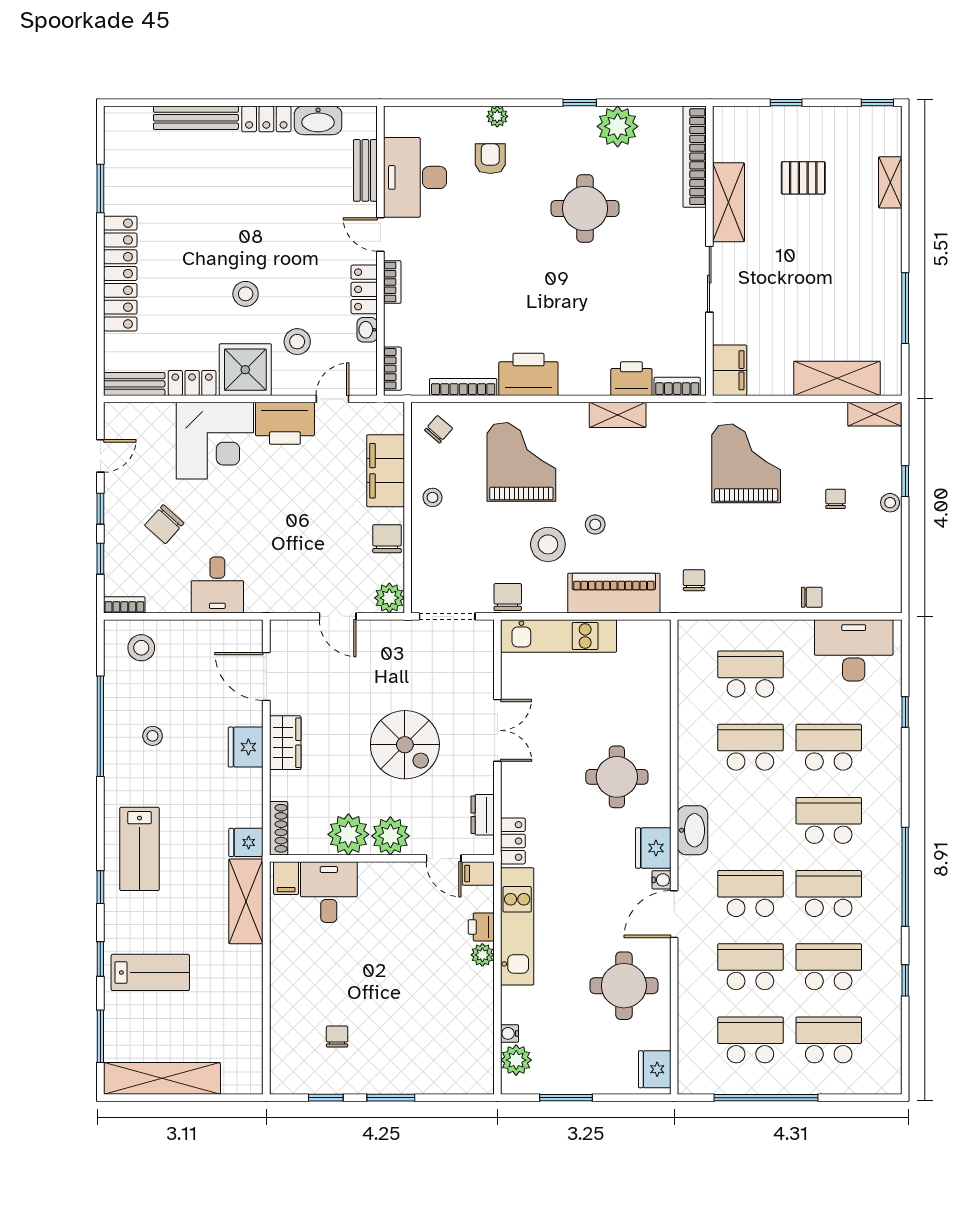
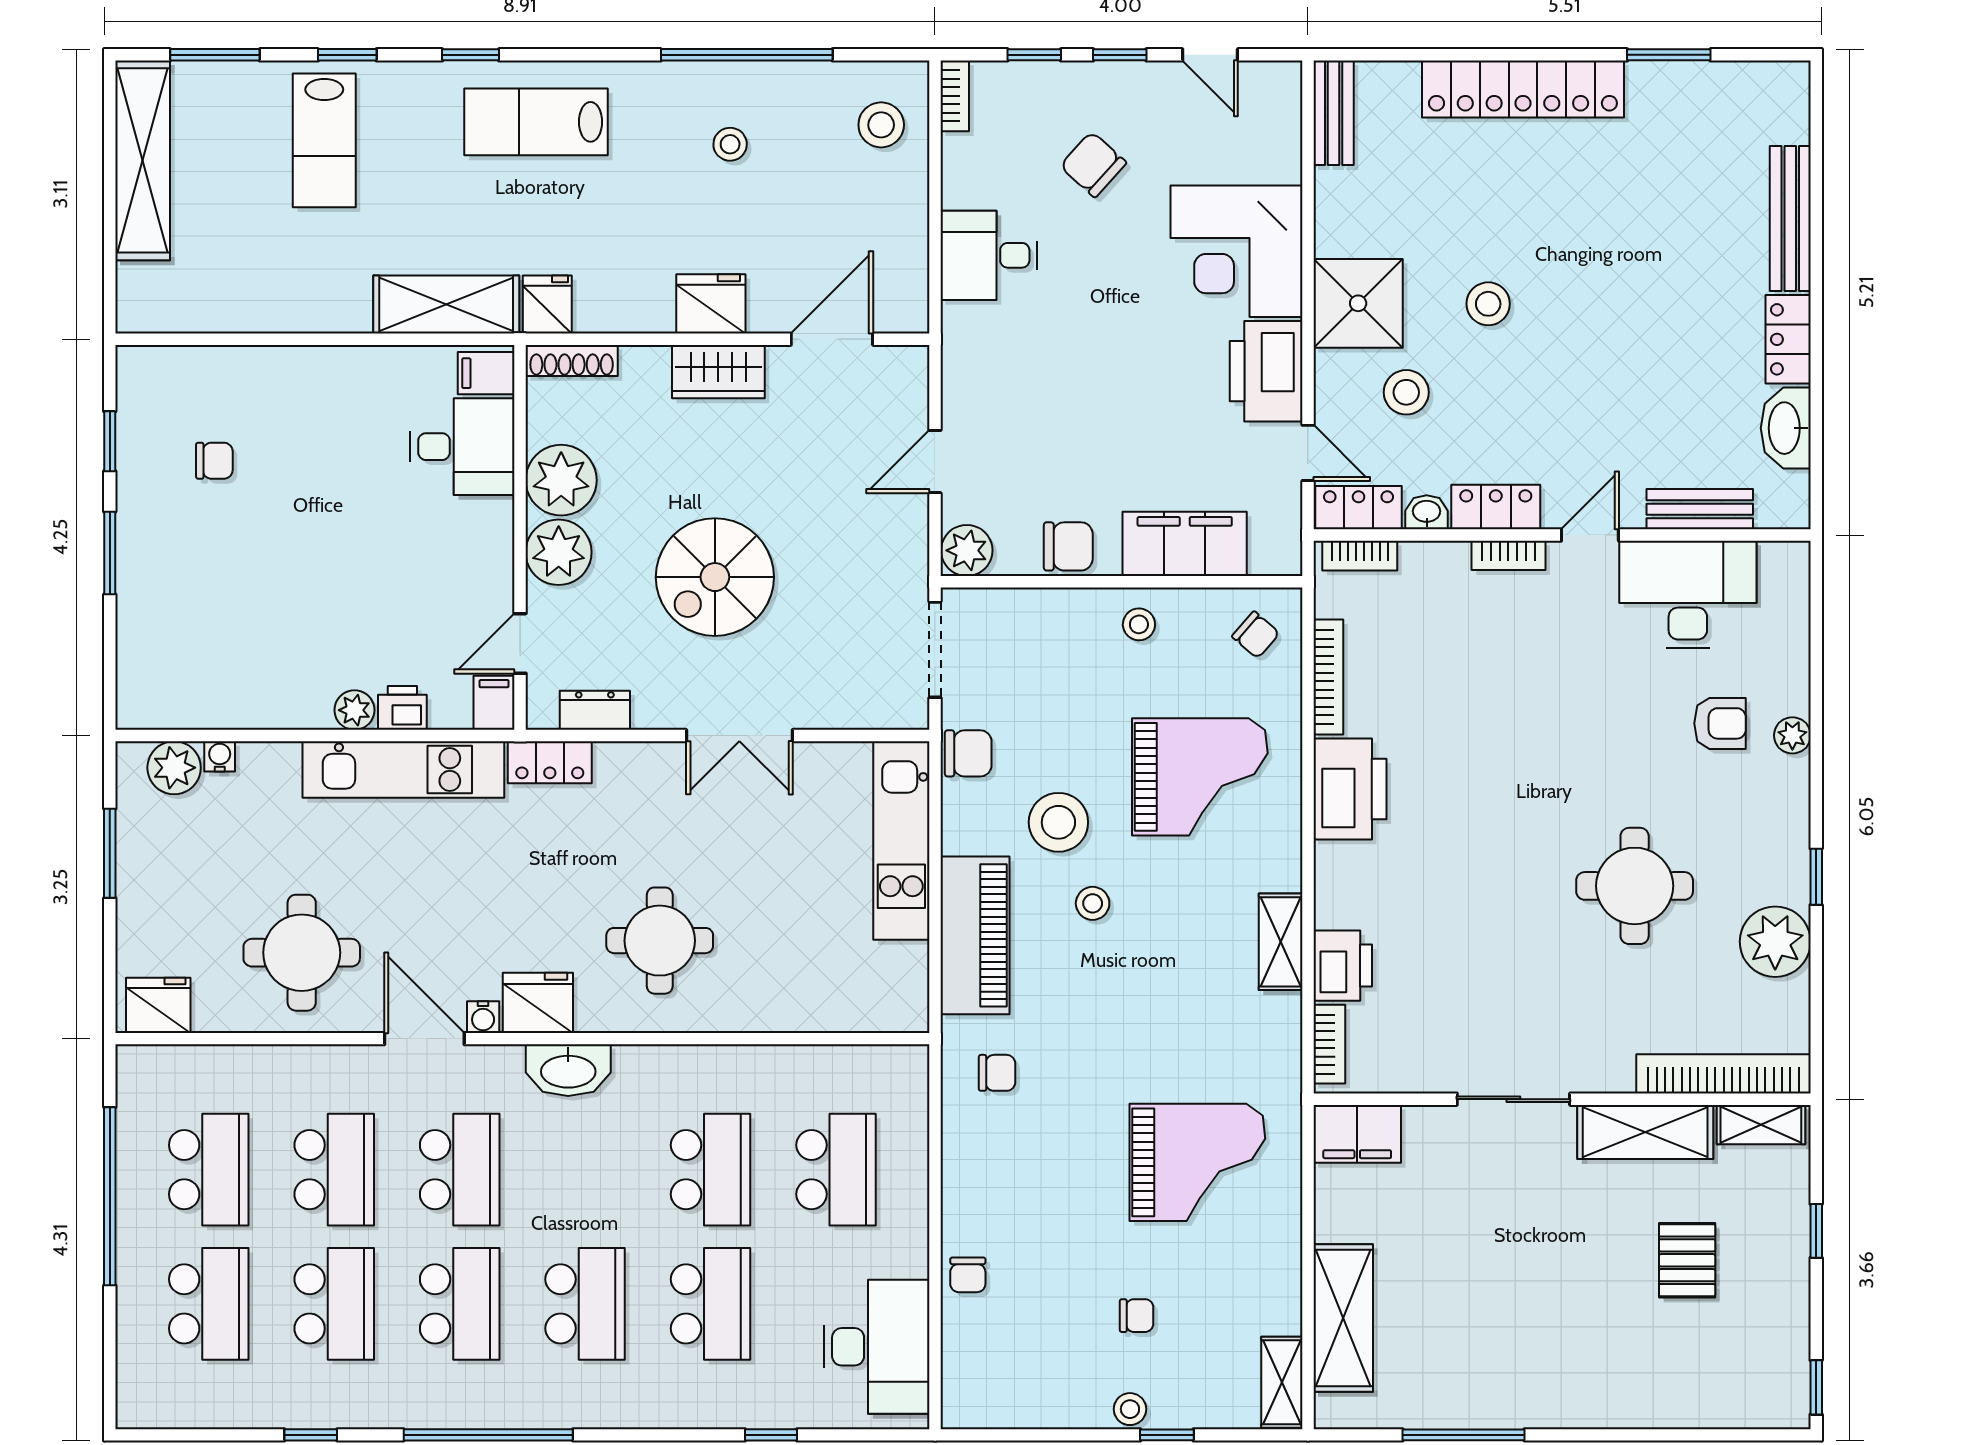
shelving: (890, 182) -> (1761, 1125), moved
locker: (192, 383) -> (1359, 508), moved, turned -90

